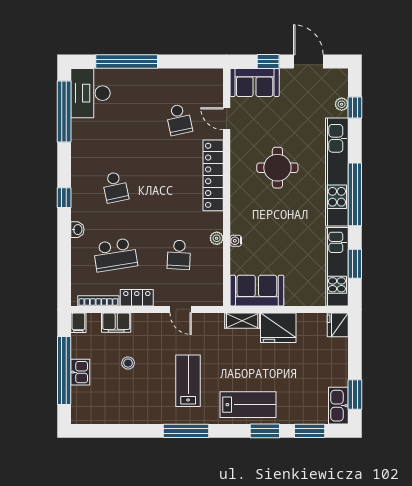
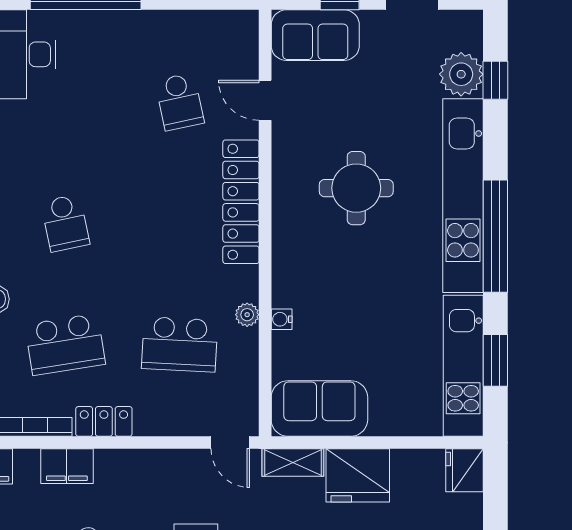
plant: (342, 104) -> (461, 74), width x1.87, depth x1.87
school desk: (179, 255) -> (180, 344), width x1.85
door: (181, 309) -> (230, 442), moved

